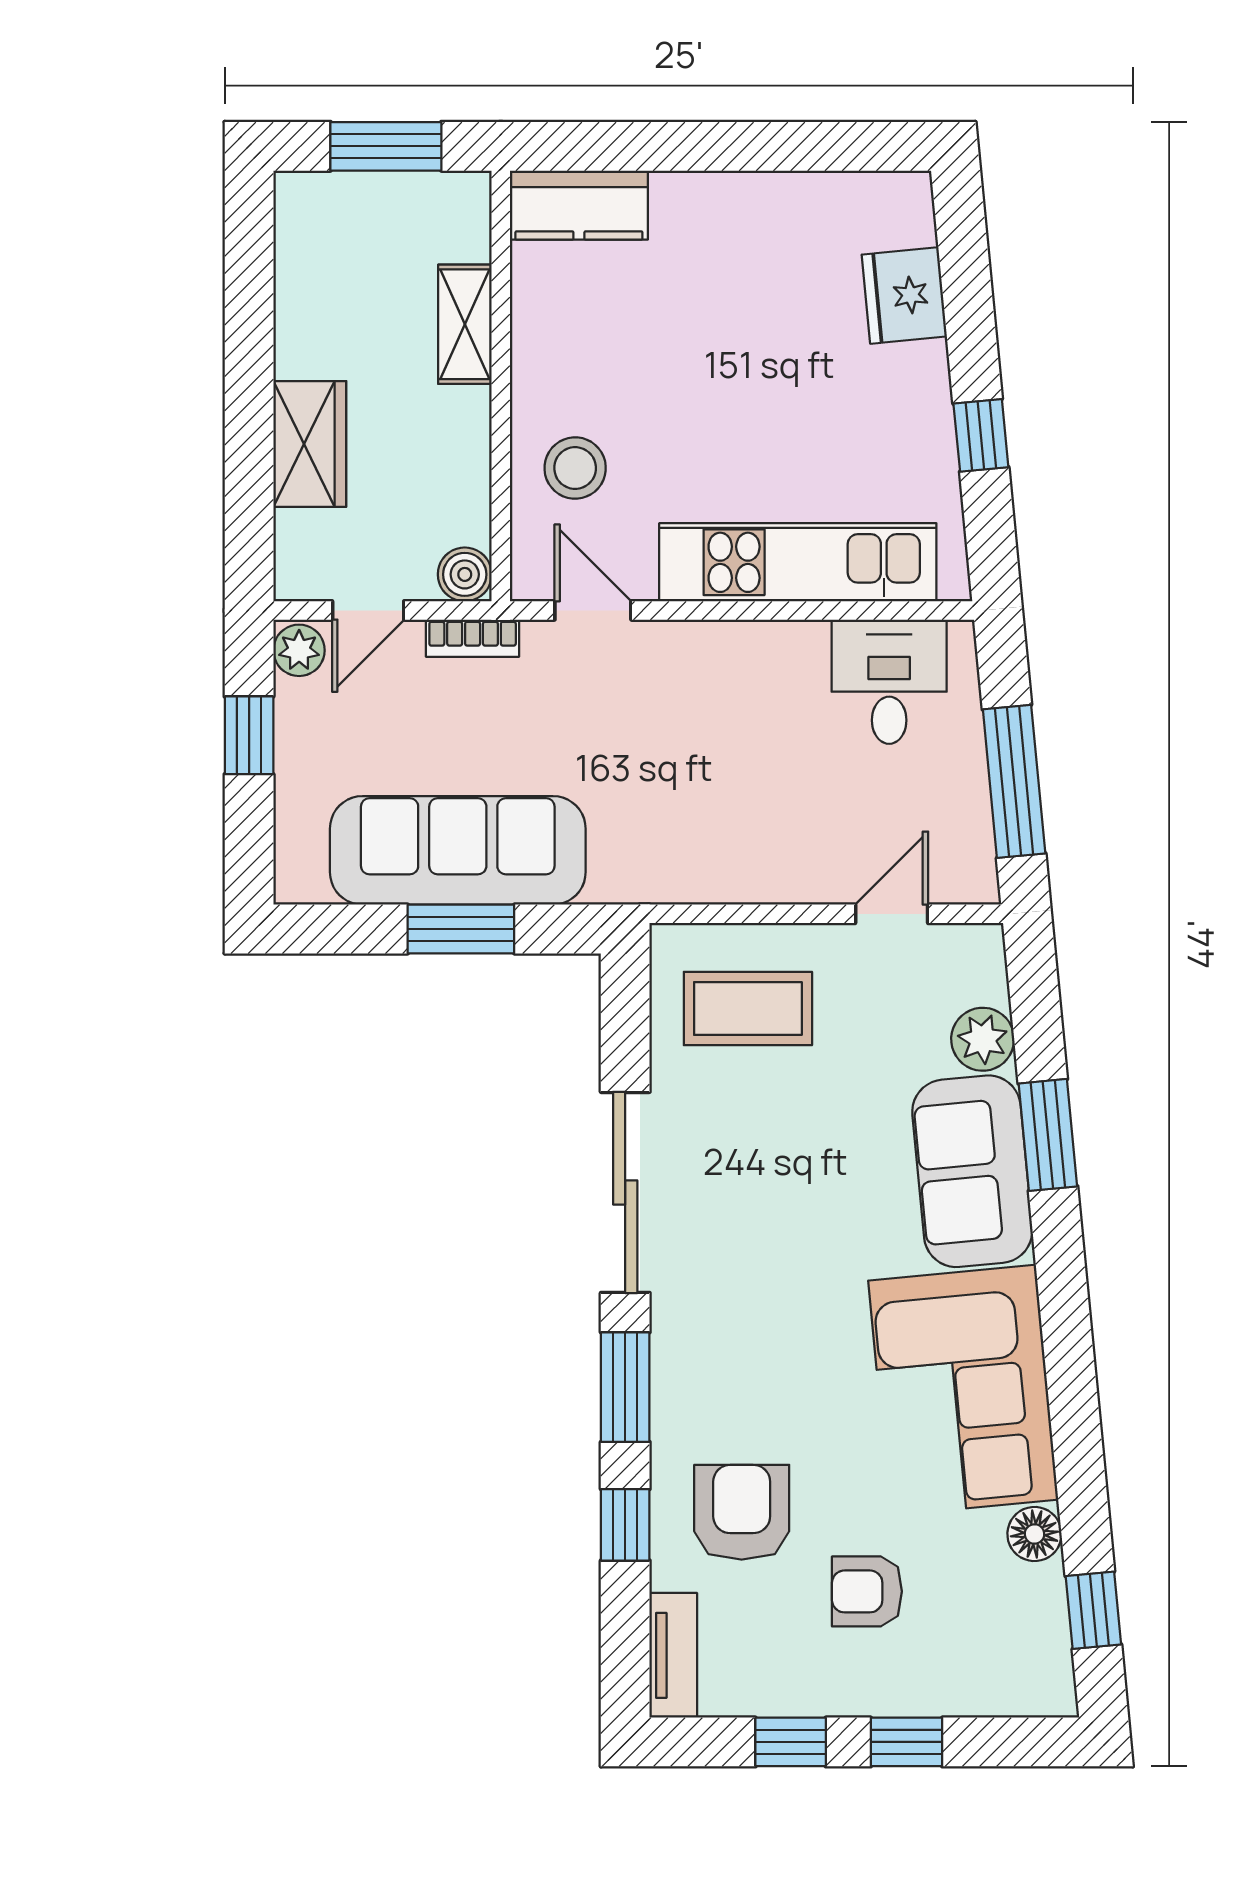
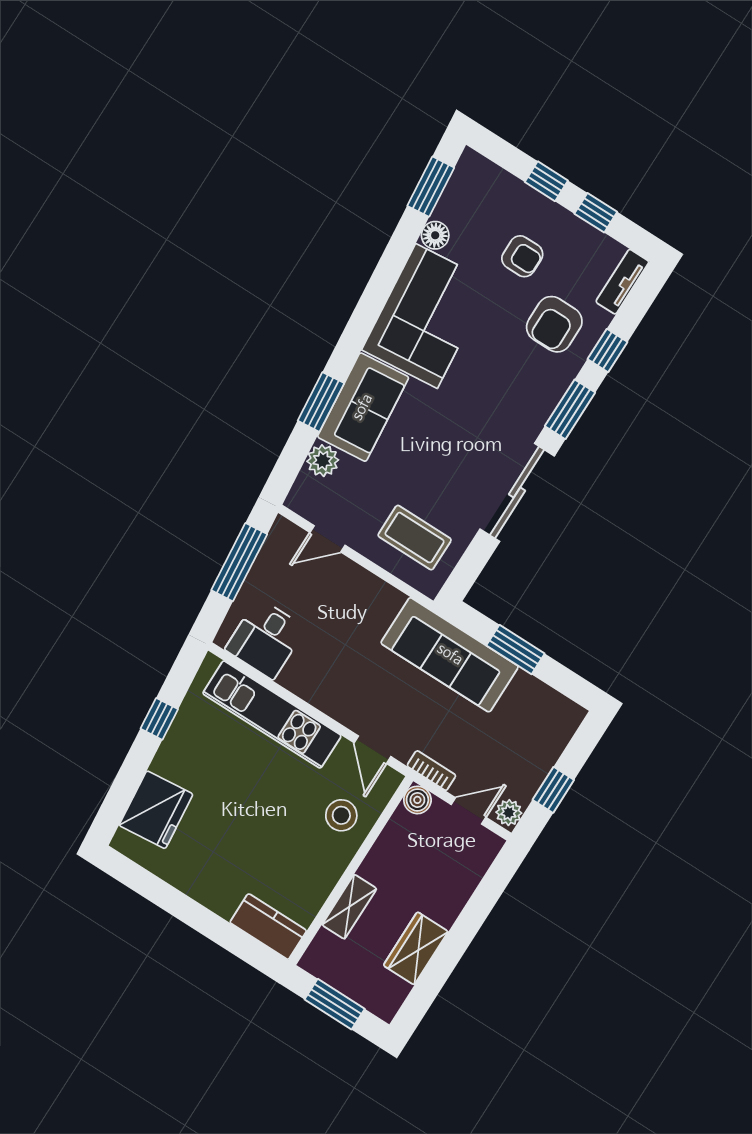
fridge: (904, 296) -> (156, 810), width x1.36, depth x1.34
wardrobe: (310, 444) -> (416, 948), moved
sofa: (458, 850) -> (450, 655), moved
window: (1093, 1610) -> (431, 187), width x1.50

